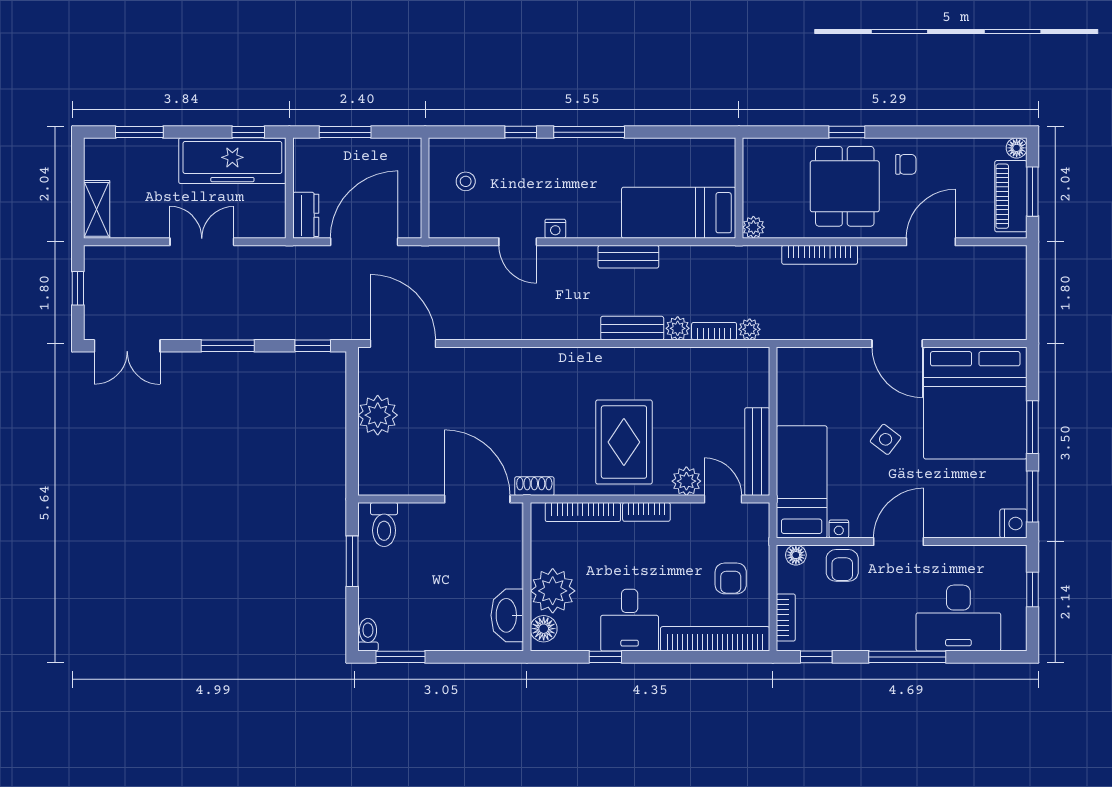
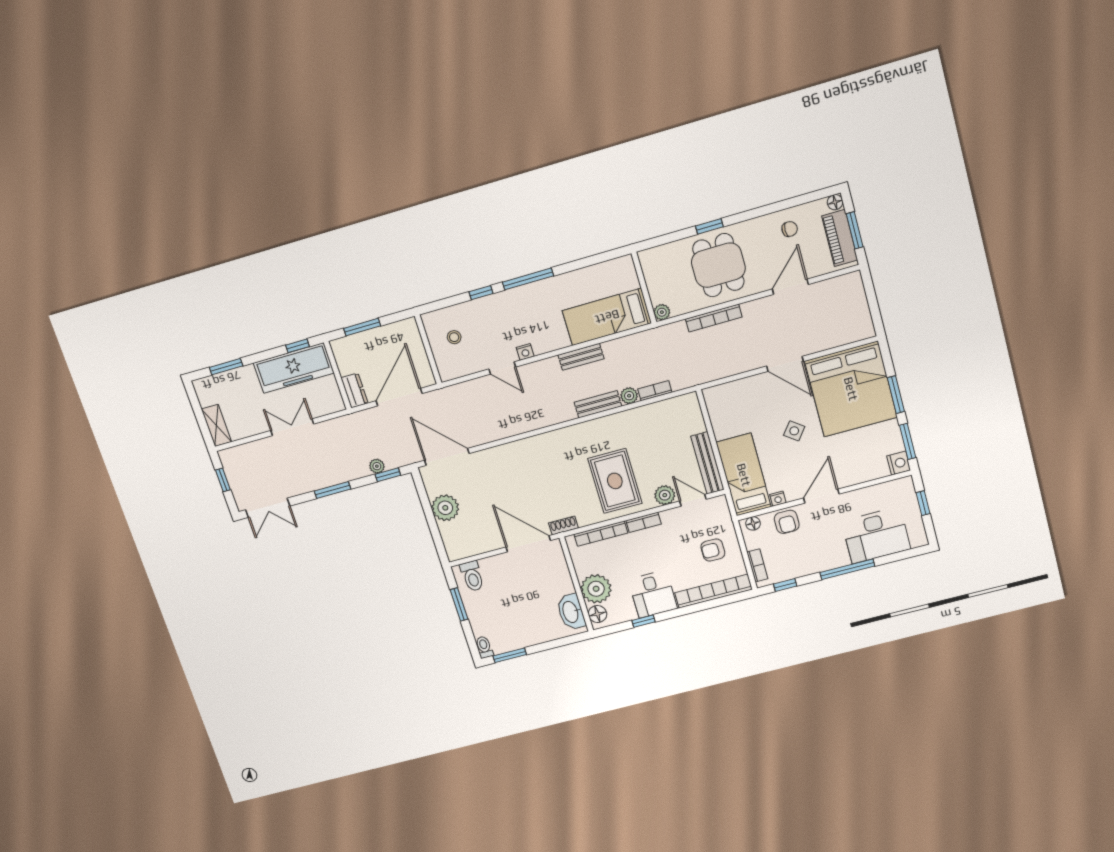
chair: (906, 164) -> (790, 229), moved
plant: (750, 329) -> (377, 466), moved
armchair: (731, 578) -> (713, 550), turned 90

